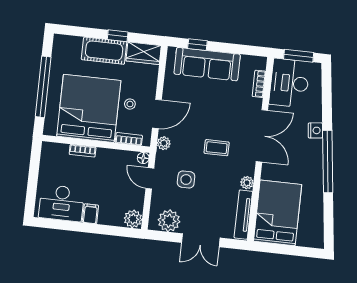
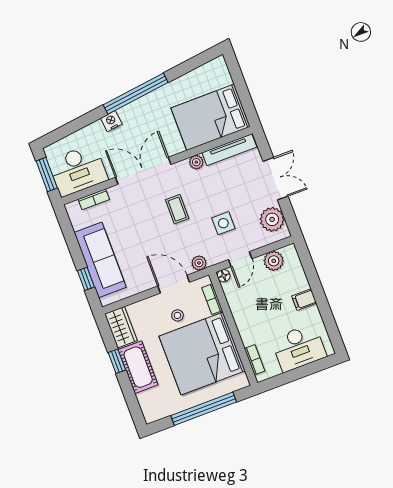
bookcase: (83, 151) -> (255, 360), moved
desk: (62, 203) -> (299, 348), moved, turned 90
plant: (133, 219) -> (274, 261), moved

